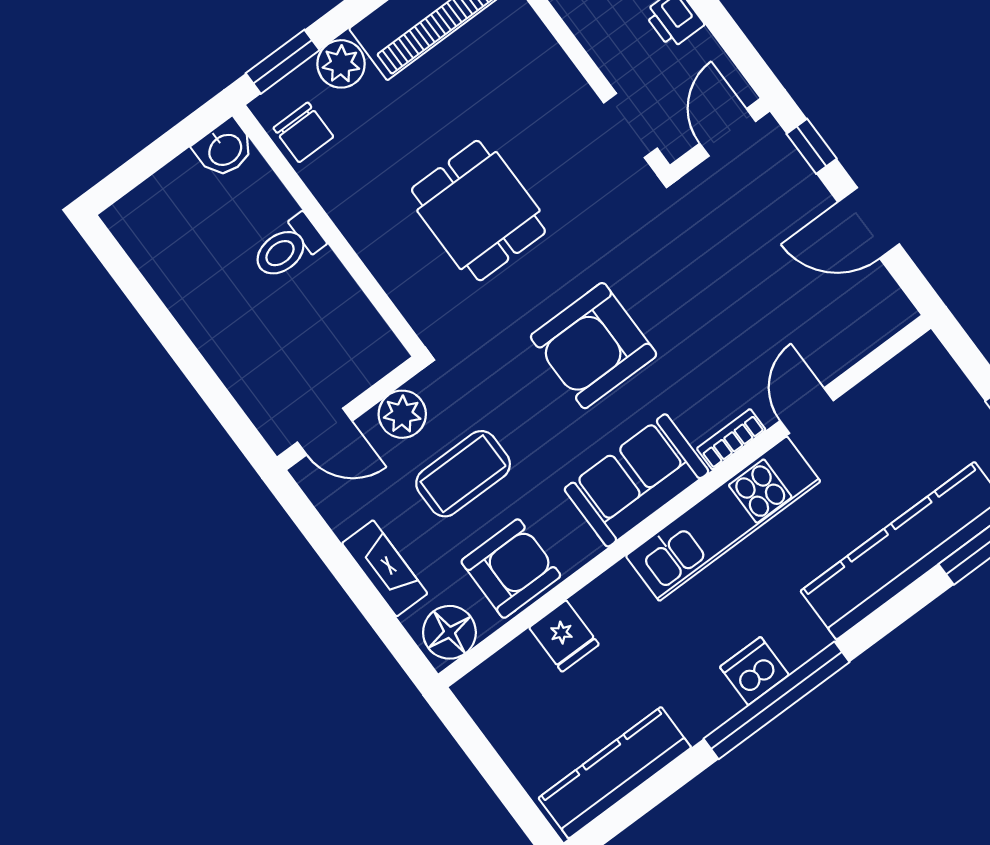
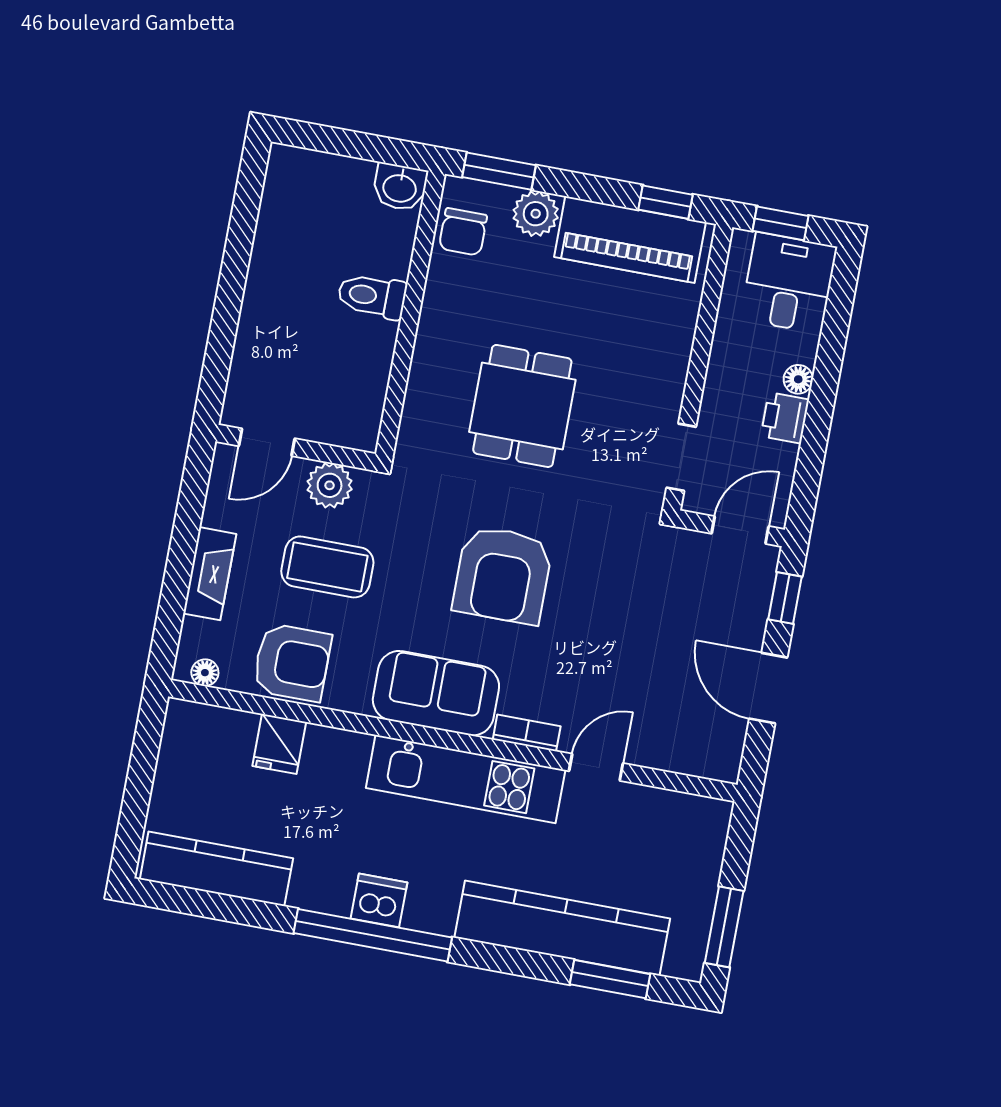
armchair: (594, 346) -> (503, 575), turned -90
door: (325, 432) -> (267, 442), hinge flipped
floor lamp: (449, 632) -> (205, 673), width x0.53, depth x0.53

